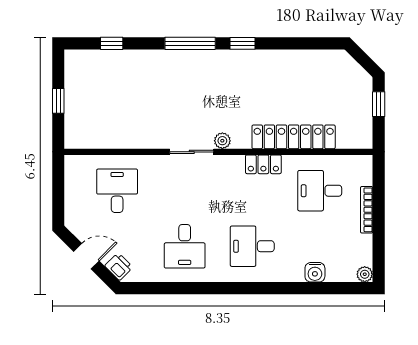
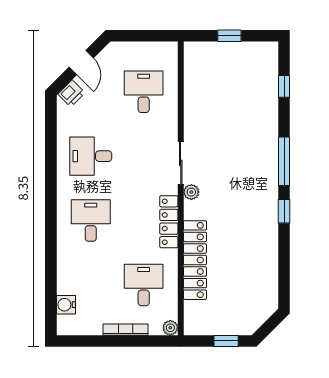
locker: (263, 164) -> (169, 222), width x1.53
desk: (117, 191) -> (144, 92), turned -90
water cooler: (315, 272) -> (66, 305), moved
plant: (365, 274) -> (170, 328), moved

